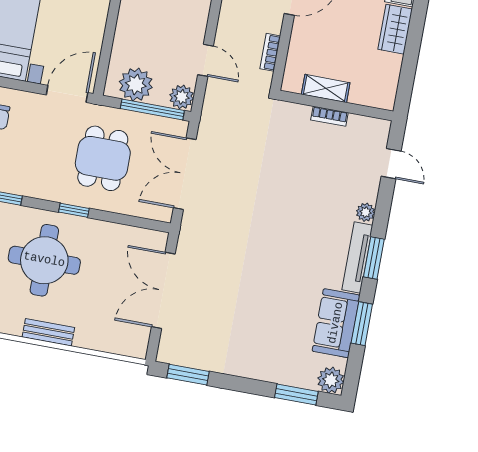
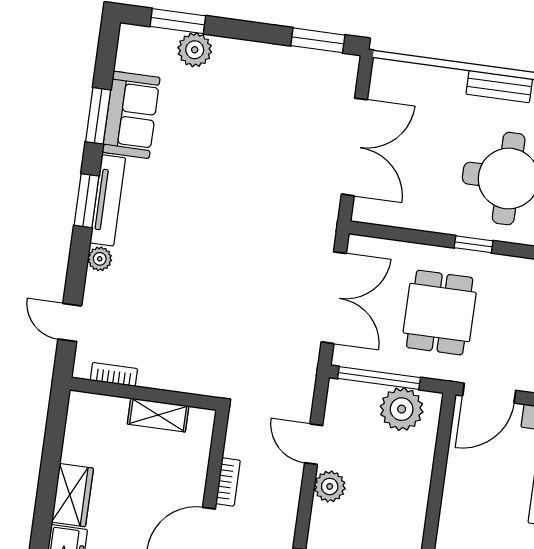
bookcase: (270, 52) -> (228, 482), moved
plant: (182, 97) -> (330, 486), moved
bookcase: (329, 116) -> (114, 374), moved
plant: (331, 380) -> (195, 50), moved

